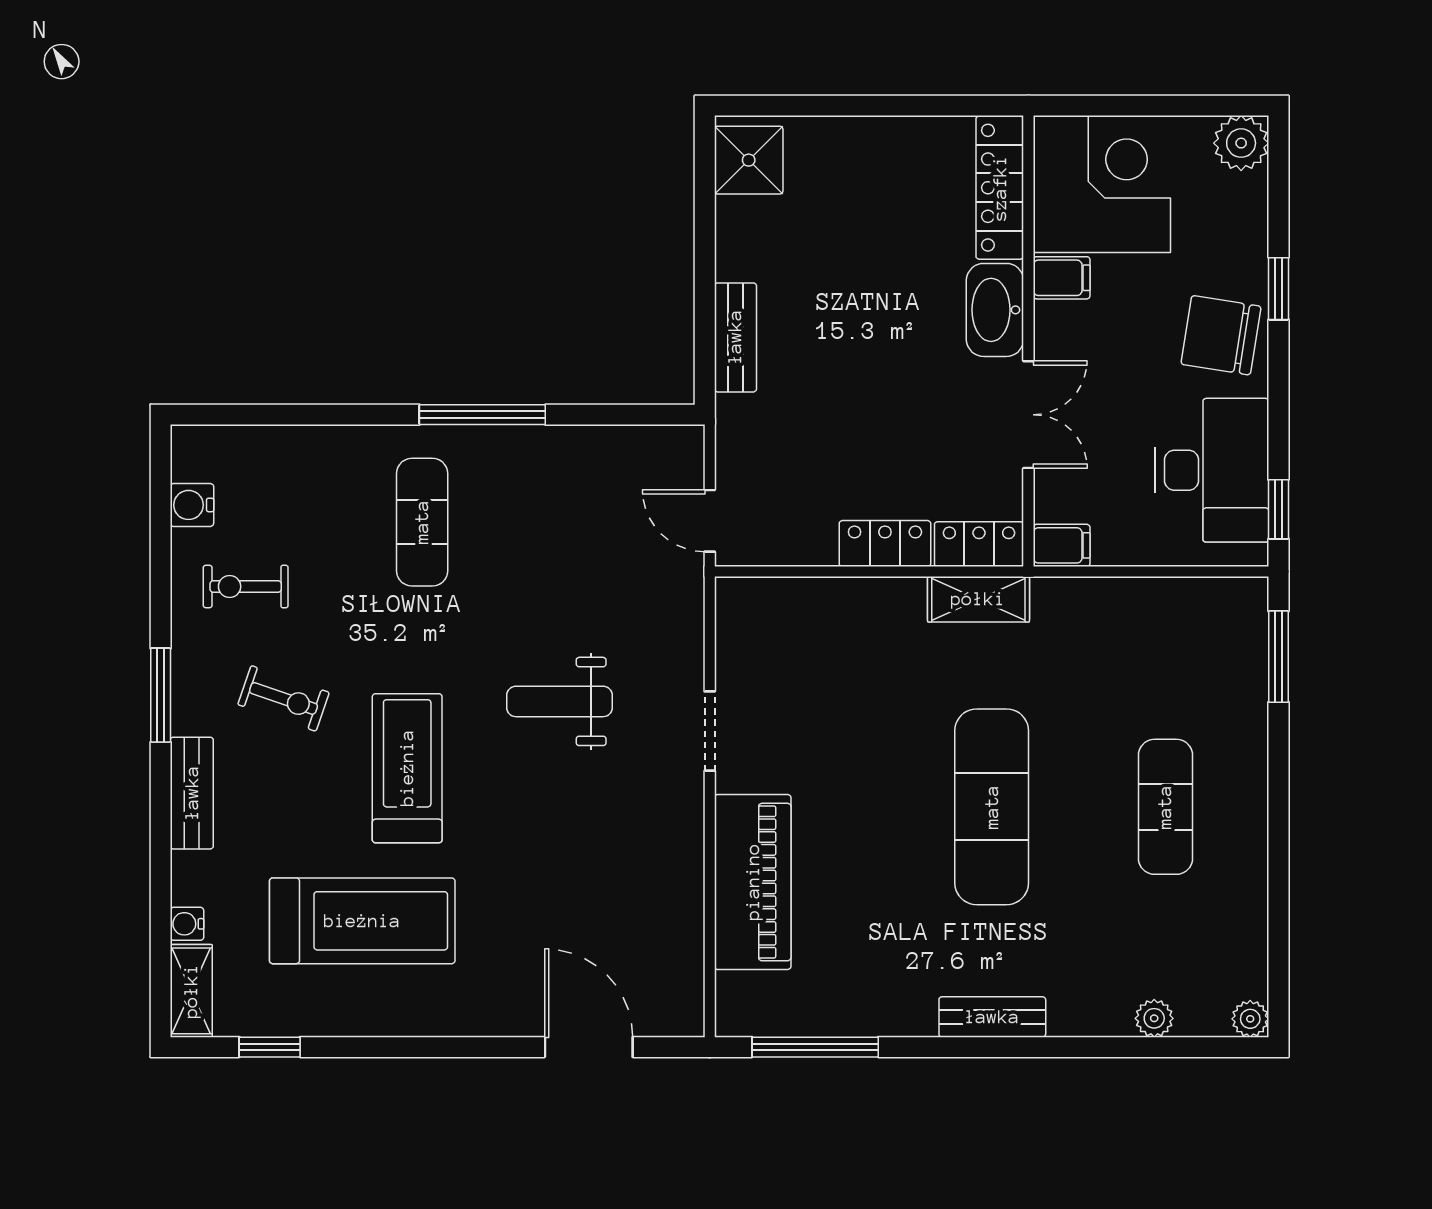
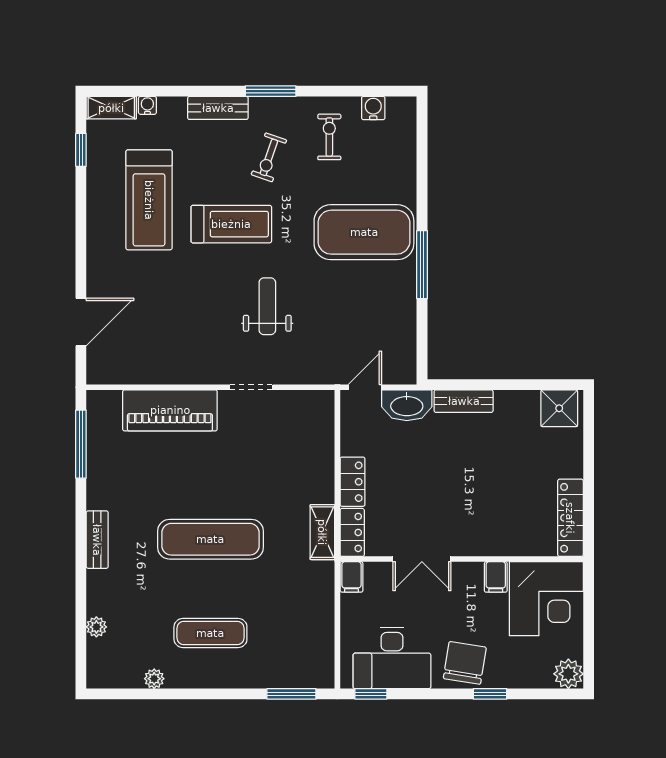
locker: (1000, 188) -> (570, 518), moved, turned -90
washbasin: (995, 310) -> (407, 405), moved, turned 180
exercise mat: (422, 522) -> (364, 232), width x2.00, depth x1.45
plant: (1250, 1019) -> (154, 679), moved

